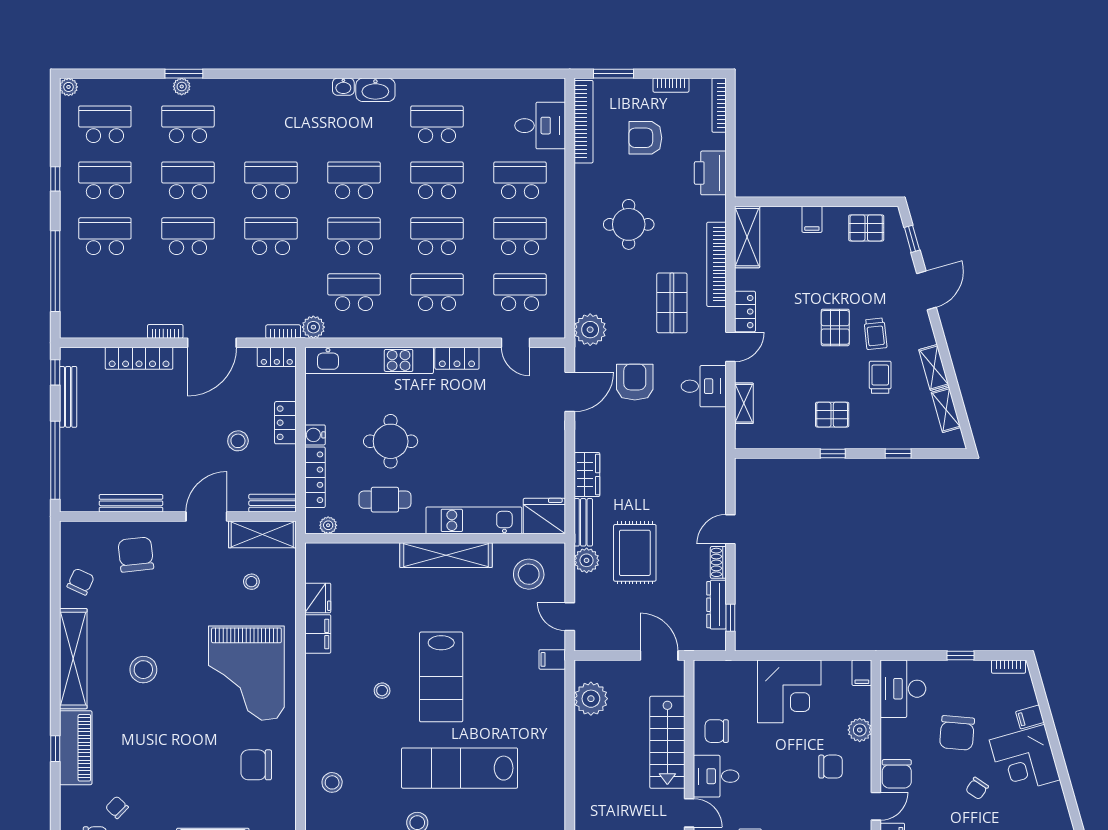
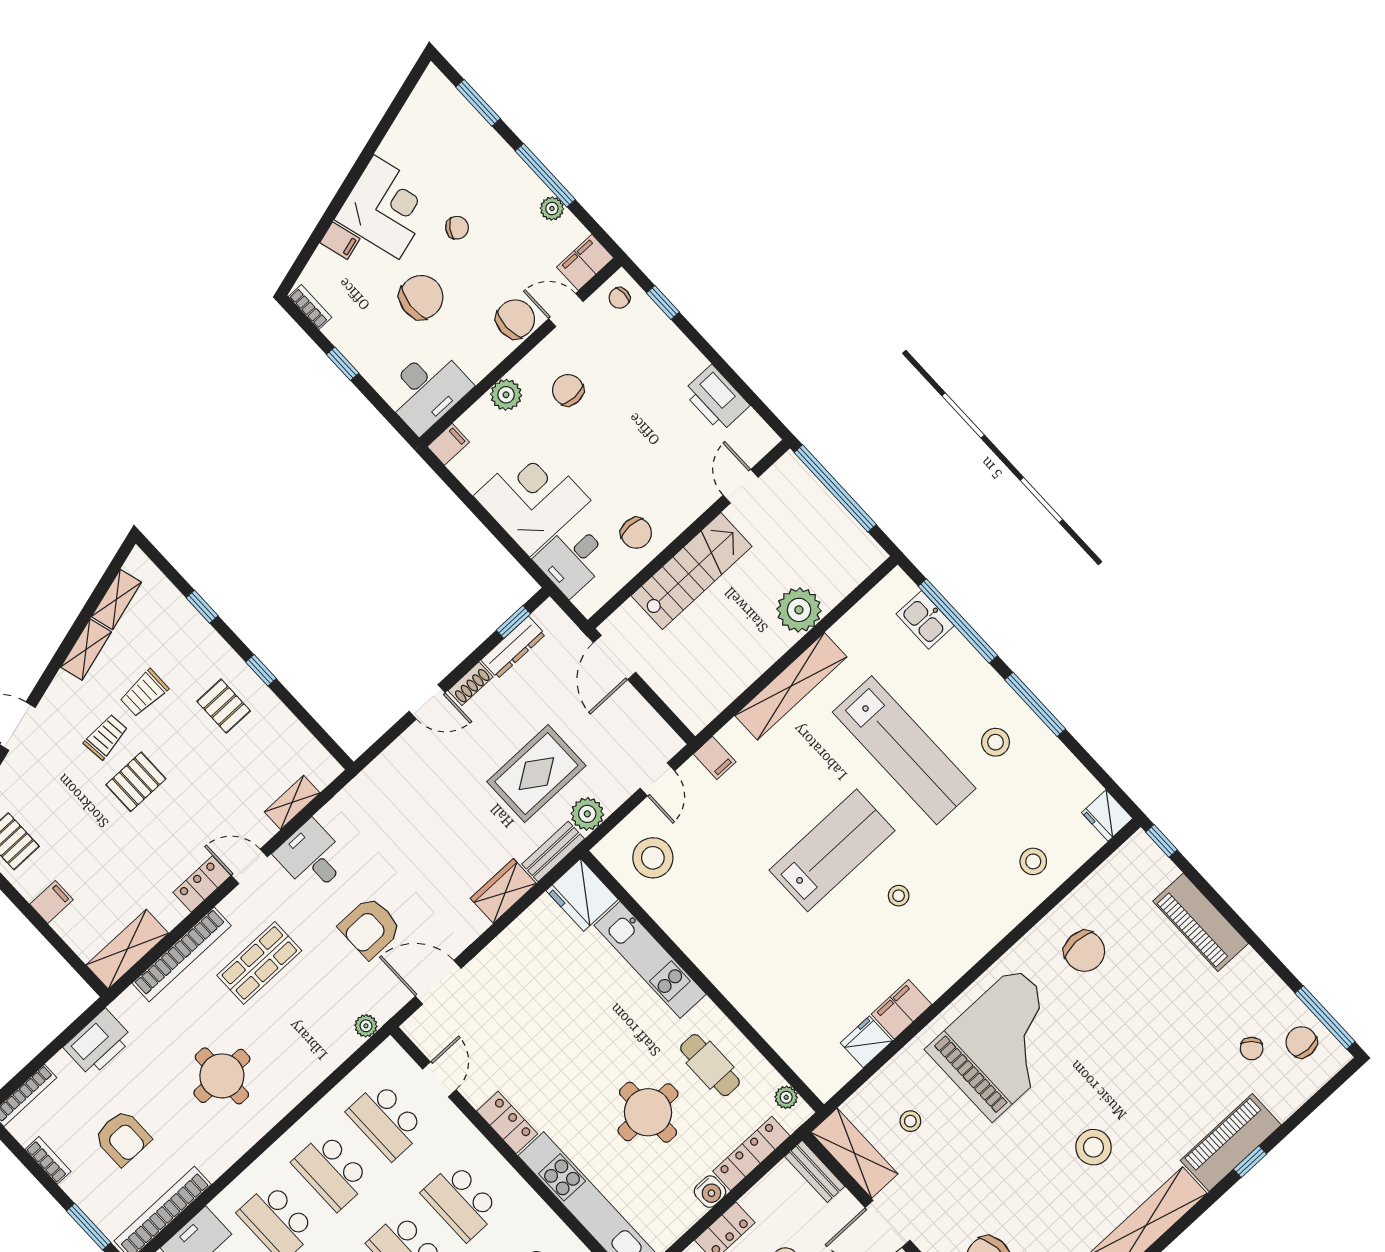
plant: (590, 330) -> (366, 1026), width x0.53, depth x0.53
shelving: (446, 555) -> (791, 686), moved, turned 90
plant: (591, 699) -> (799, 610), moved
desk: (716, 776) -> (572, 559), moved, turned 90

